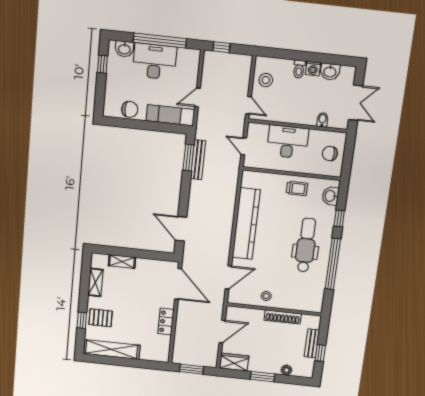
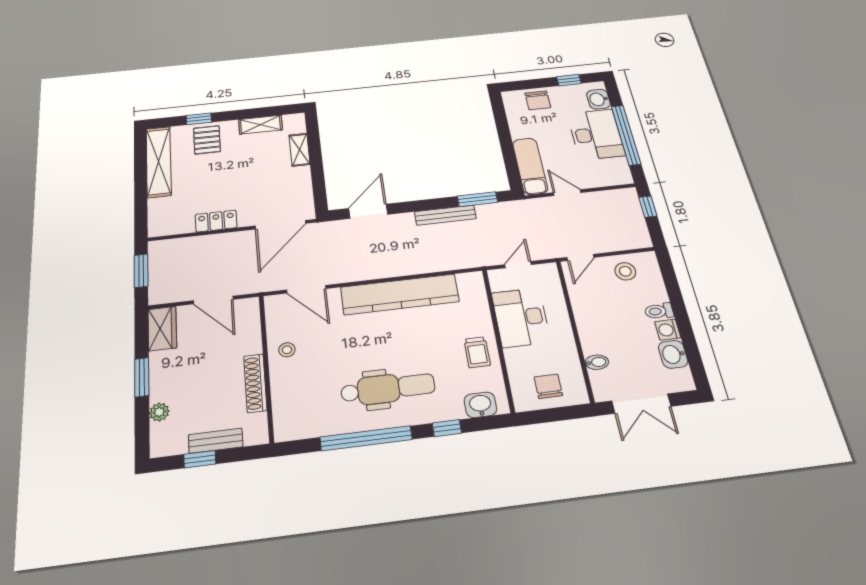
chair: (130, 109) -> (538, 100), moved
desk: (288, 142) -> (521, 317), moved, turned 180
bench: (198, 160) -> (445, 215), moved

